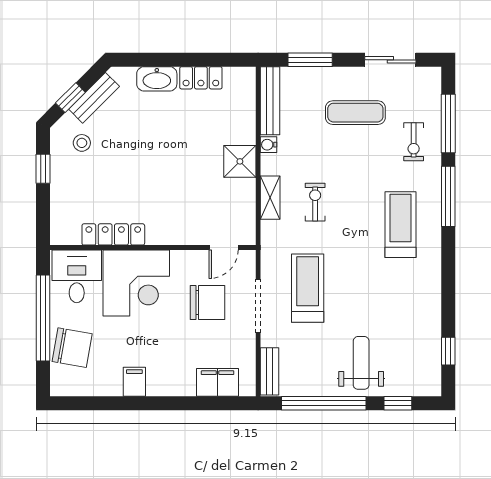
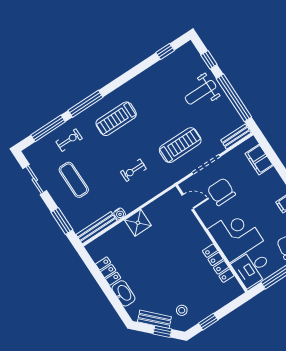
shelving: (270, 198) -> (146, 195), removed
treadmill: (308, 288) -> (180, 145), turned 180

